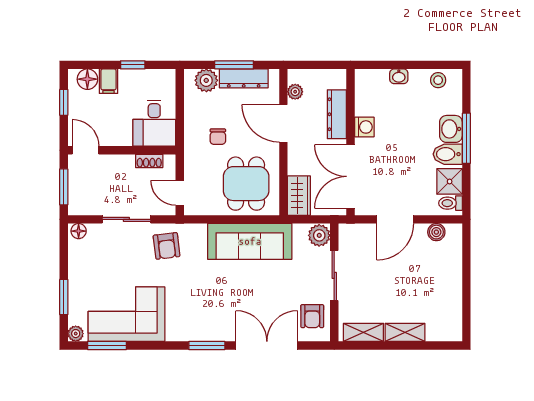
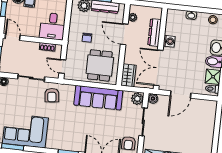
boiler: (436, 232) -> (153, 99), moved

